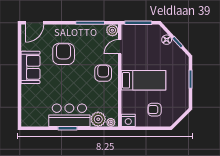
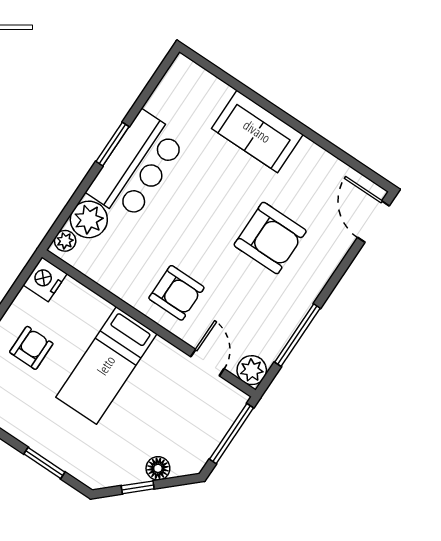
sofa: (30, 67) -> (257, 131), moved

